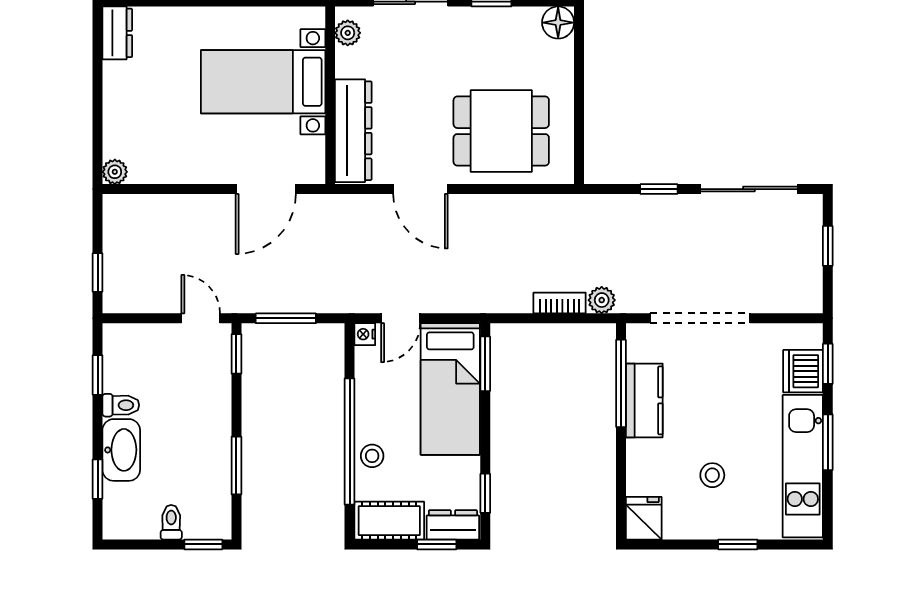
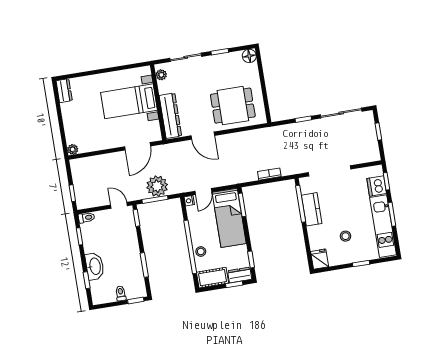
plant: (602, 300) -> (157, 186), moved, width x1.87, depth x1.87
toilet: (121, 405) -> (86, 218), moved

